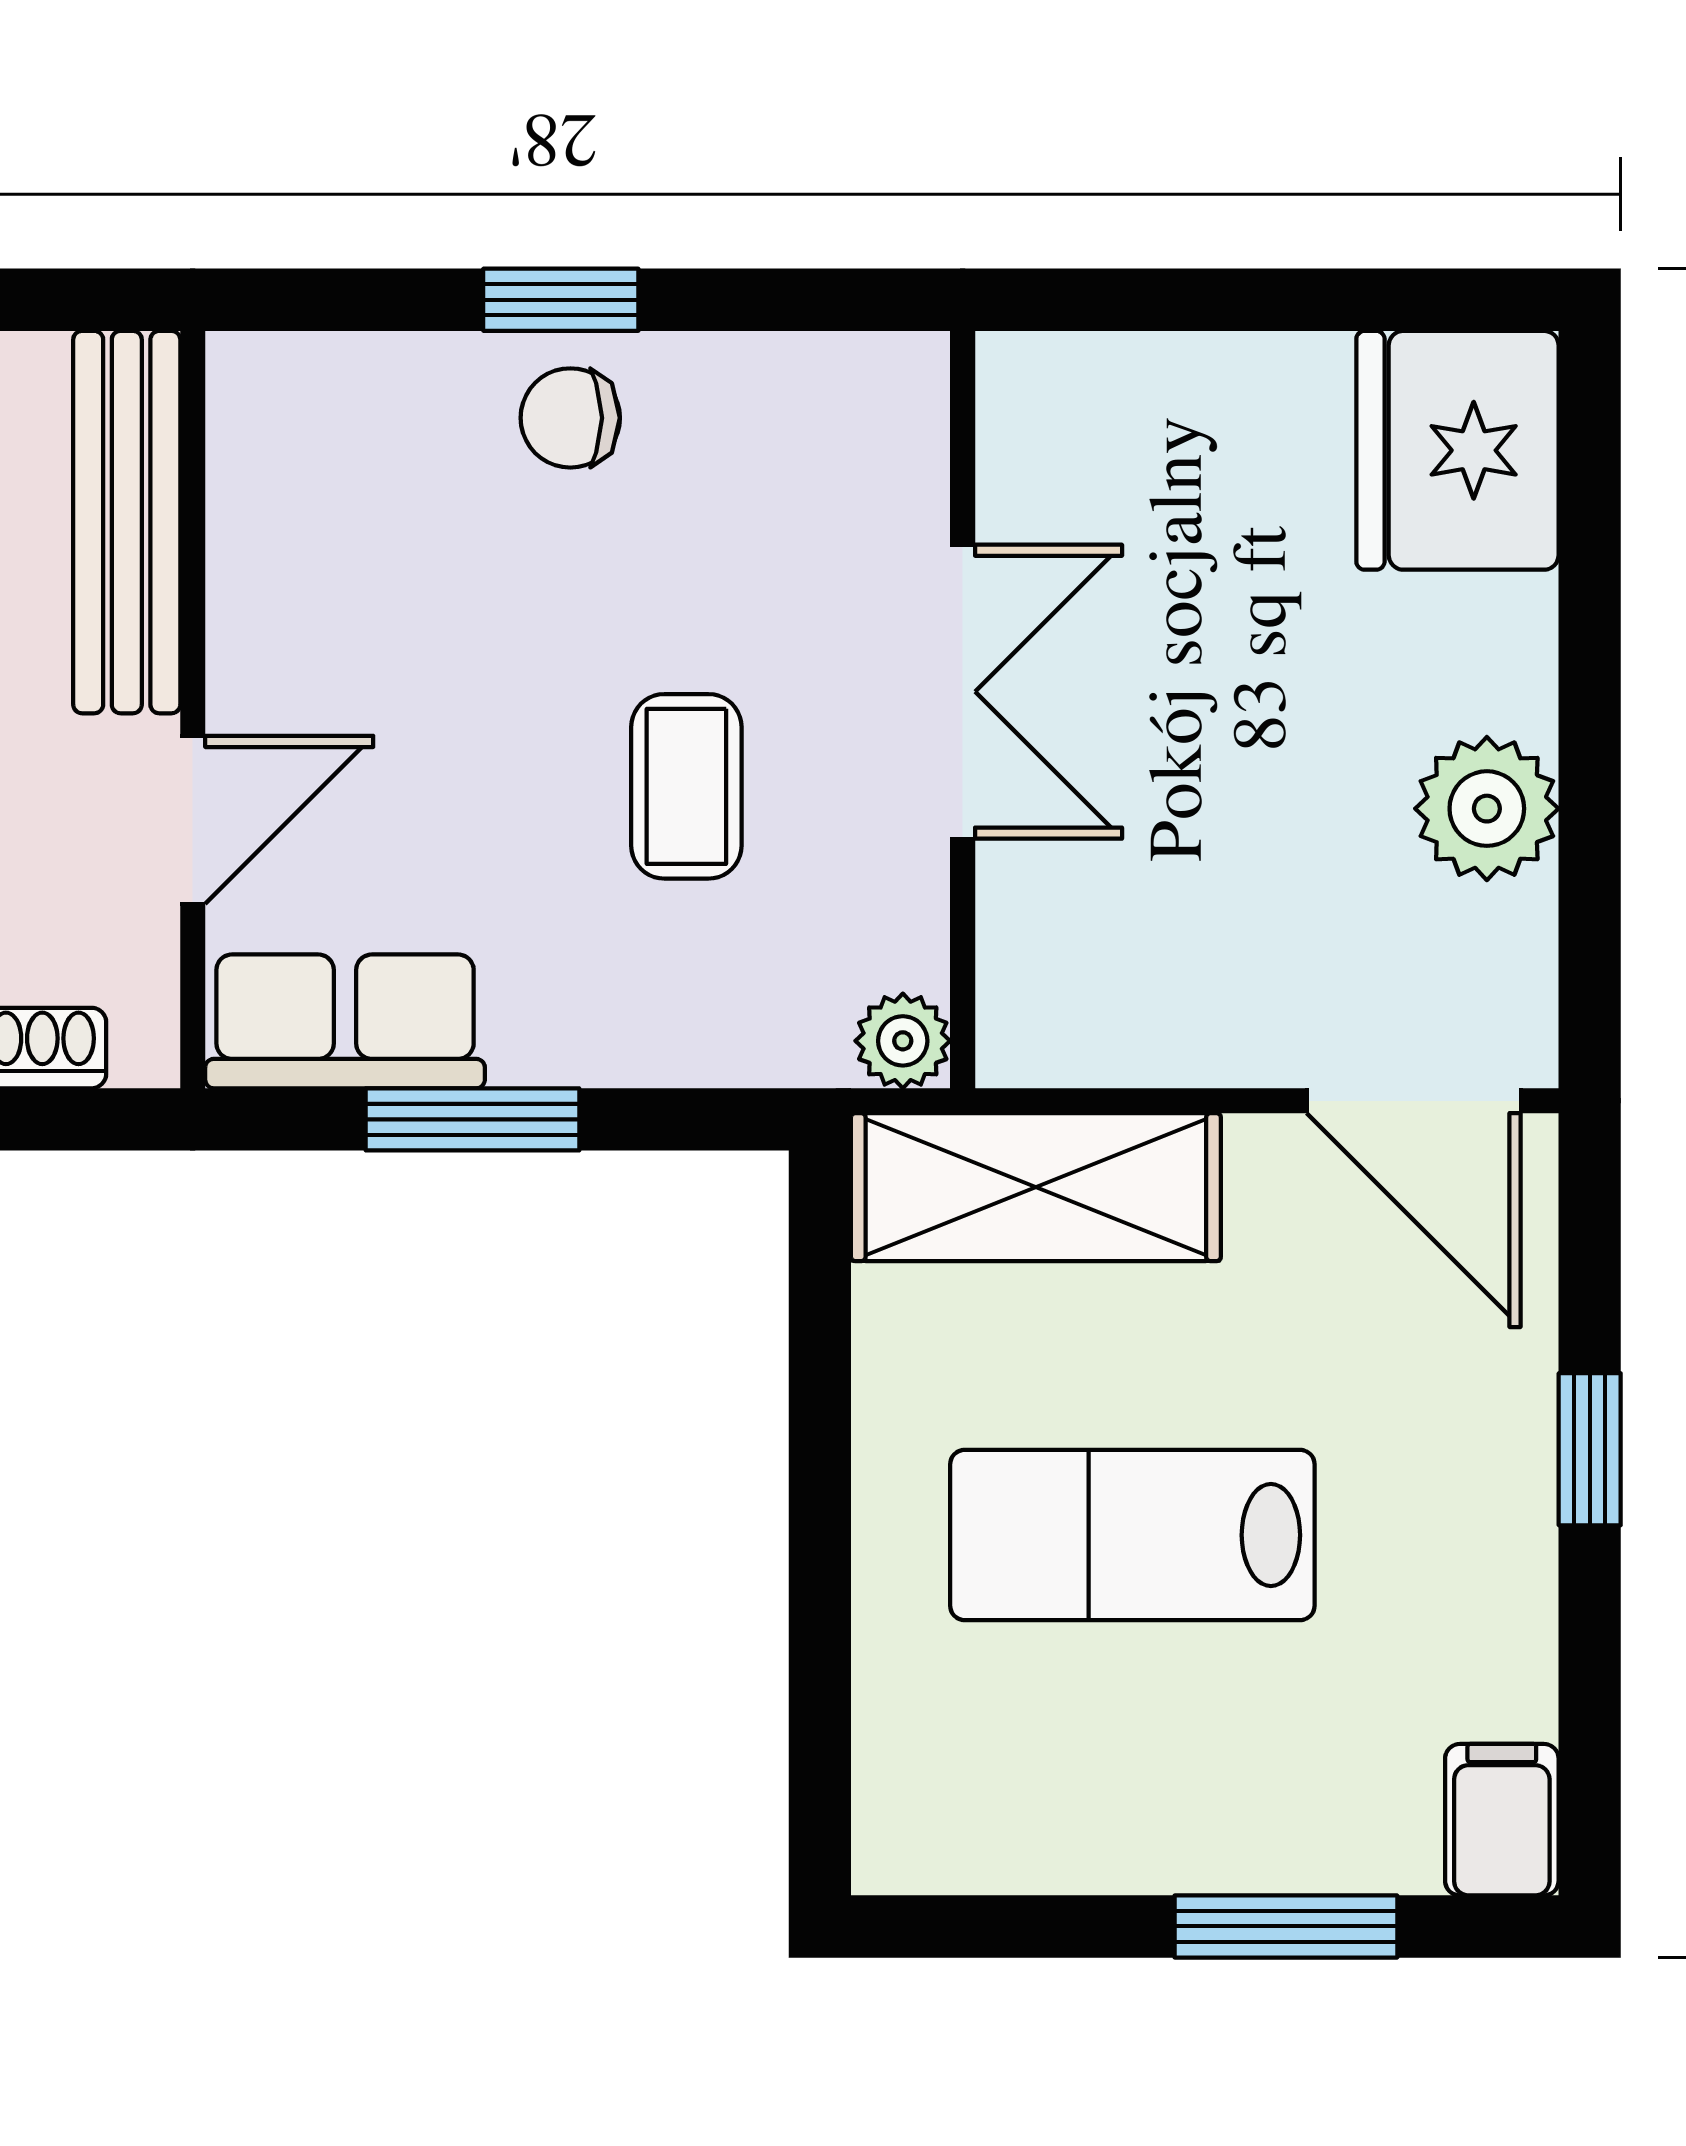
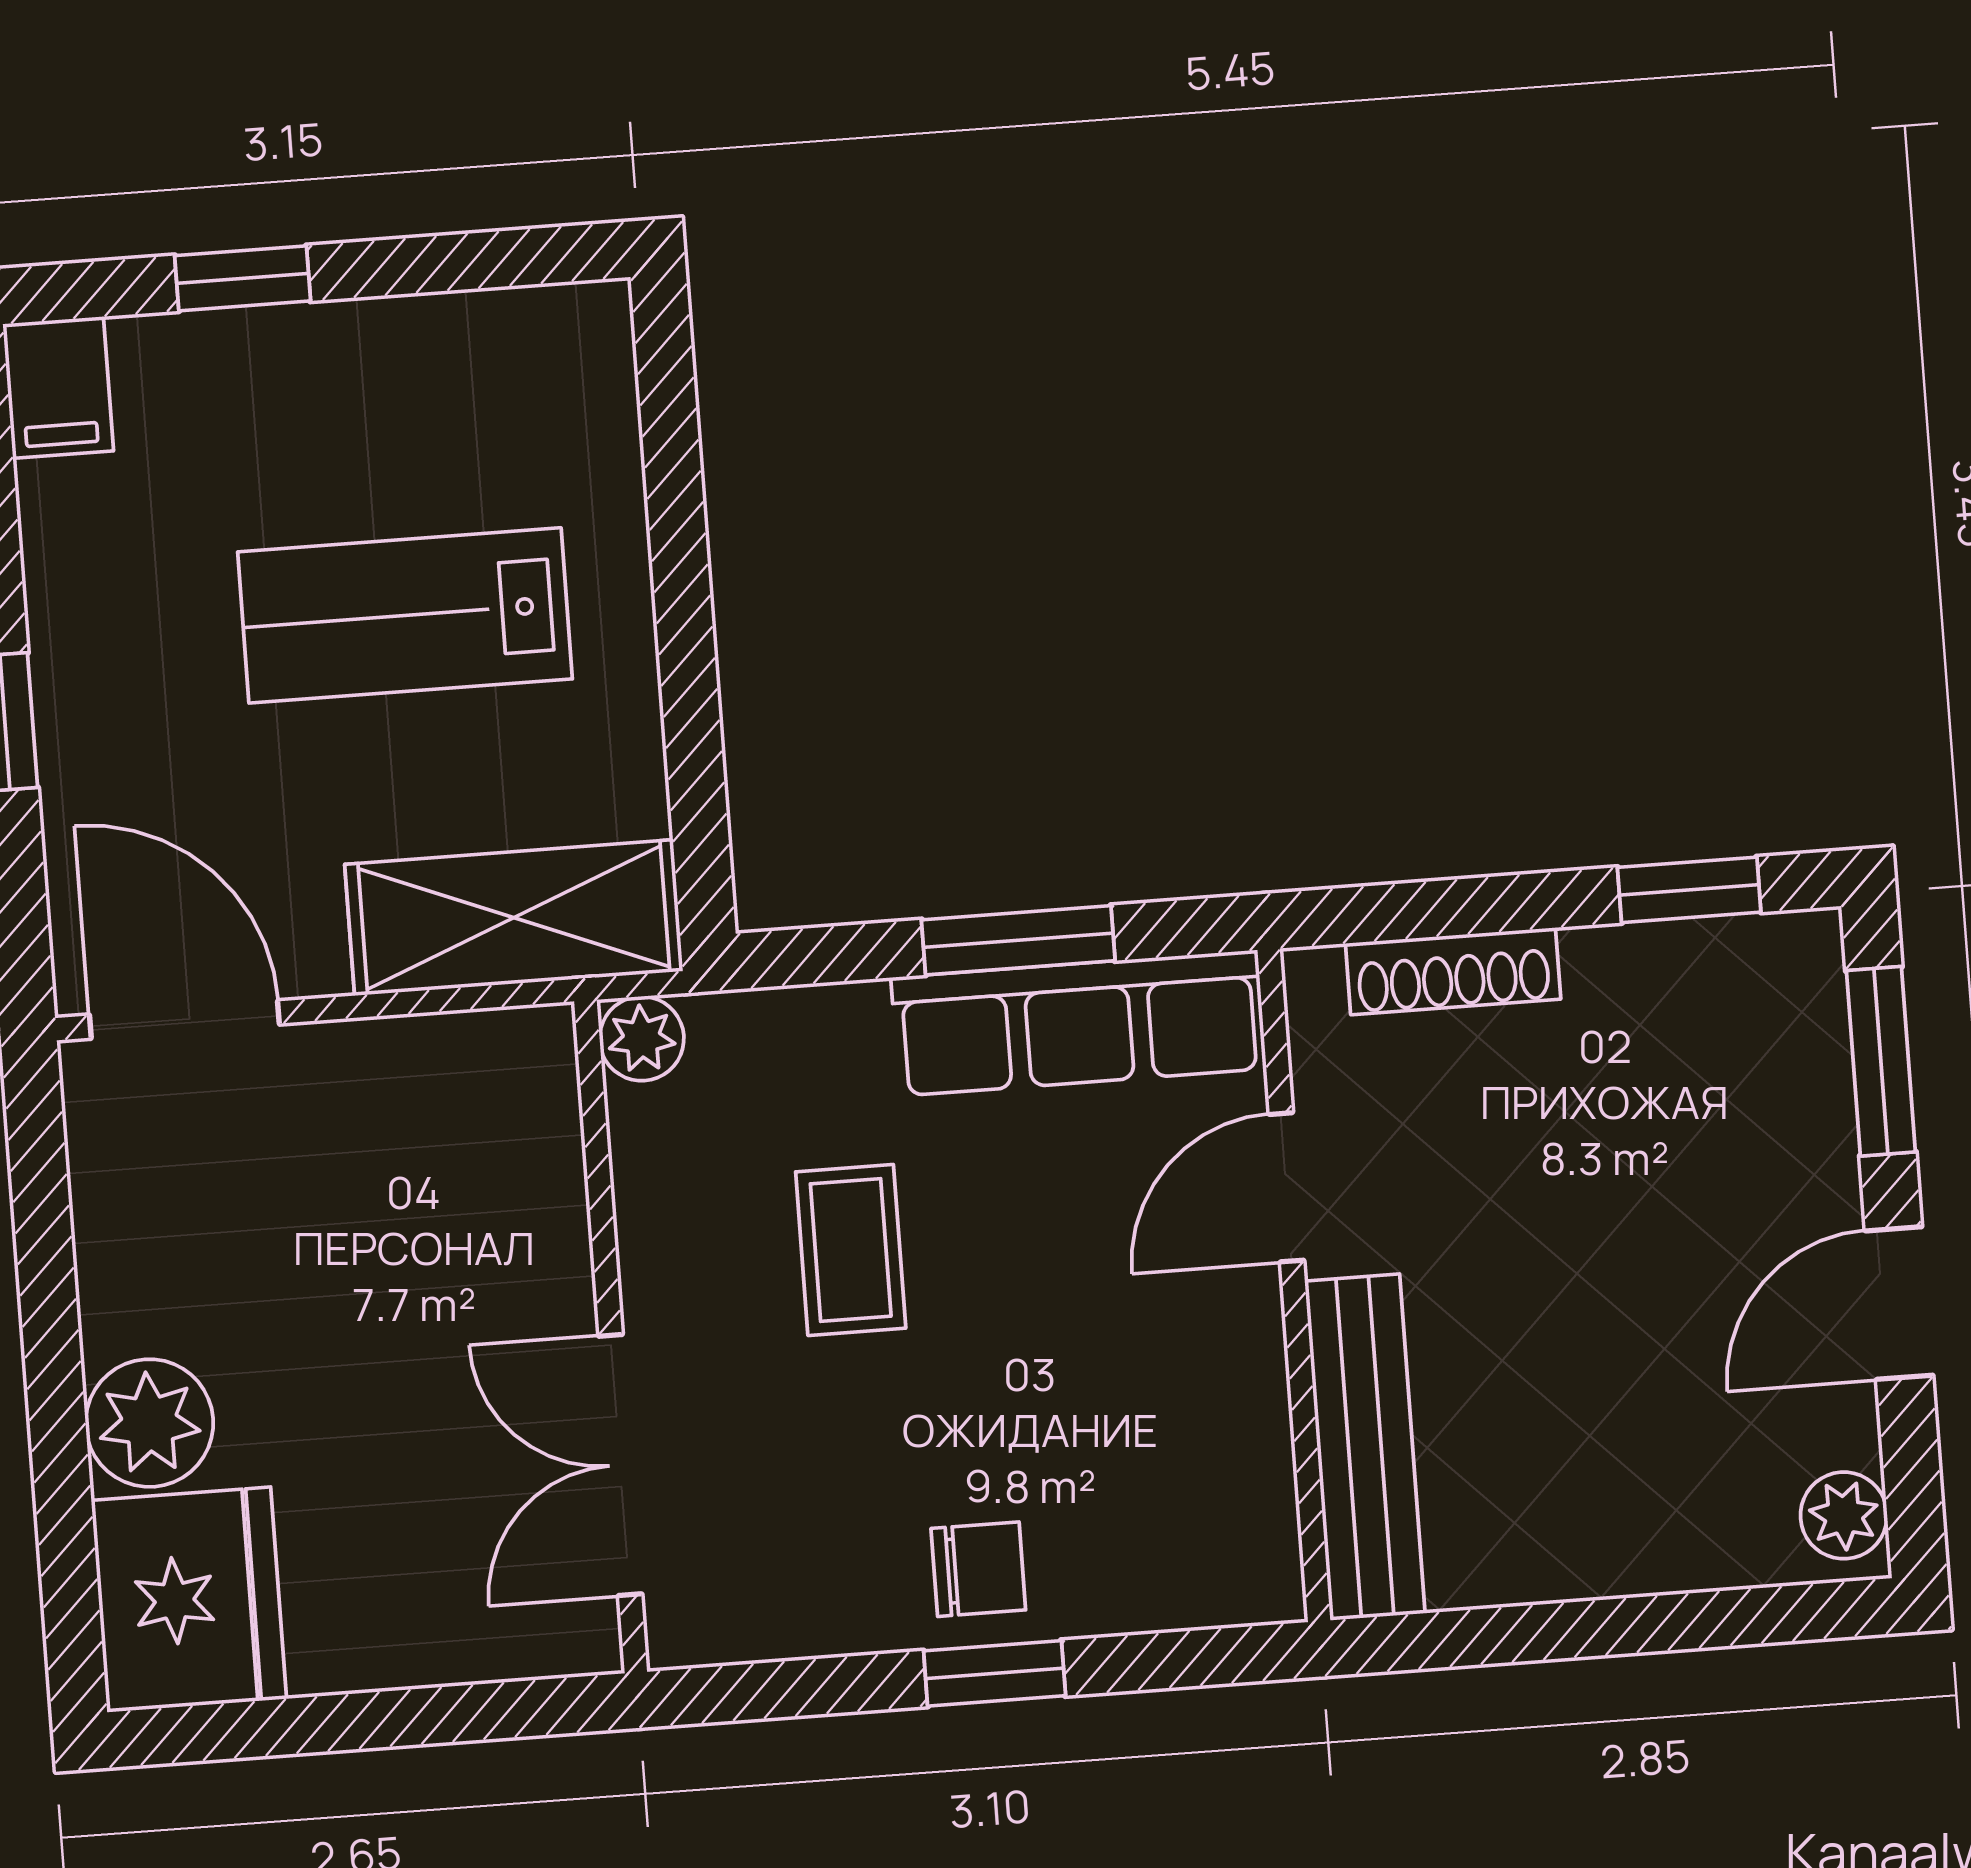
double door: (963, 692) -> (620, 1465), moved
plant: (1487, 809) -> (149, 1423), moved
row of seats: (345, 1021) -> (1079, 1023), width x1.48
lab bench: (1132, 1535) -> (405, 615), turned 180
window: (1286, 1926) -> (243, 278), width x0.67

